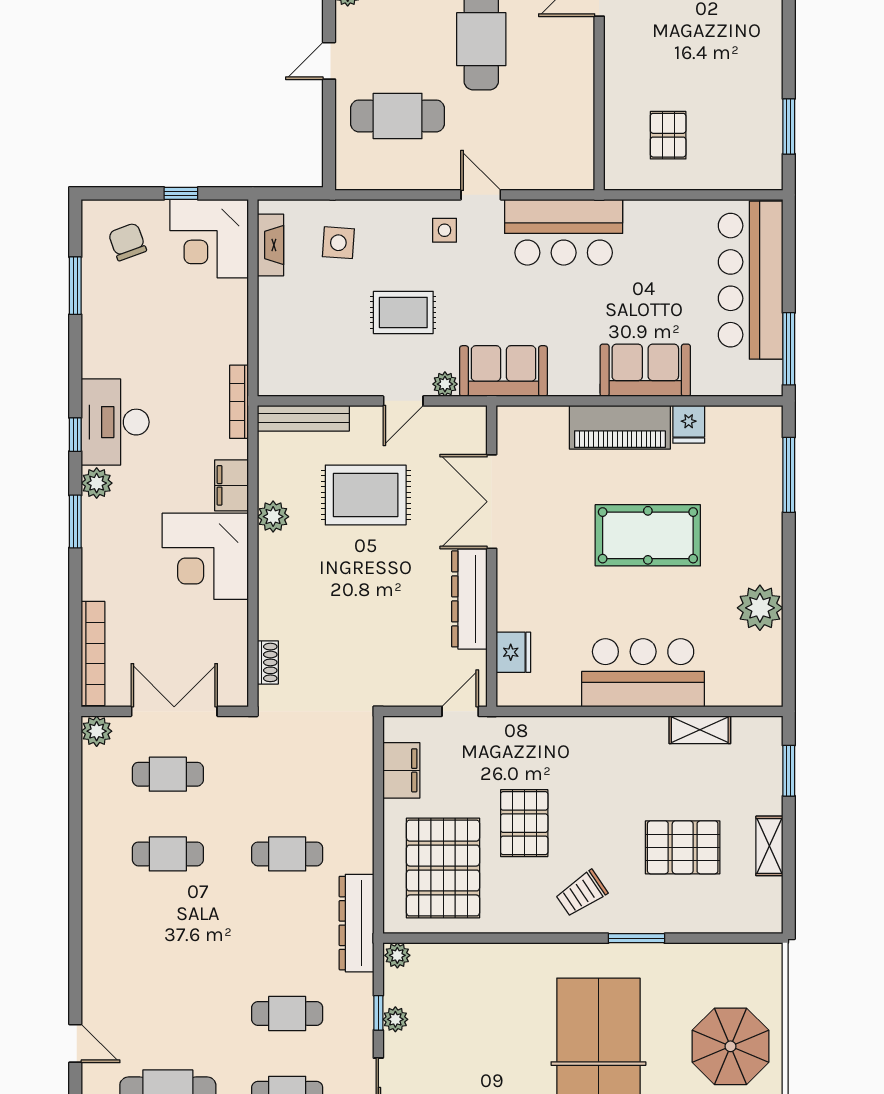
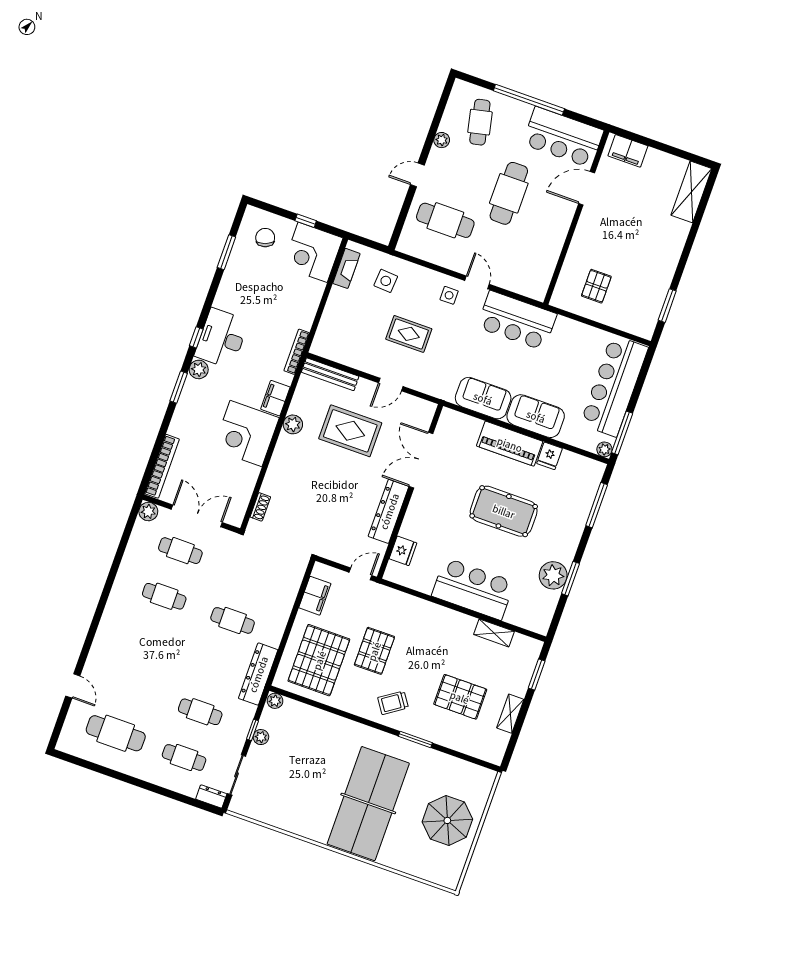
sofa: (504, 371) -> (483, 398), moved
plant: (445, 384) -> (604, 449), moved
window: (789, 603) -> (571, 579), added

